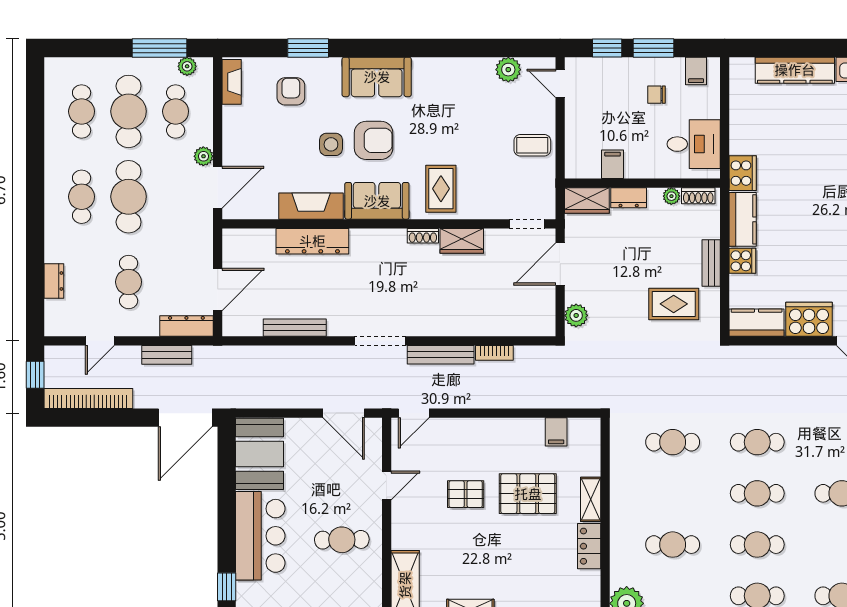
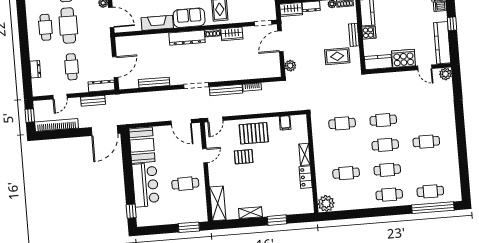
door: (218, 187) -> (111, 17), hinge flipped
dresser: (312, 241) -> (187, 38), moved
pallet: (528, 494) -> (254, 133), moved

